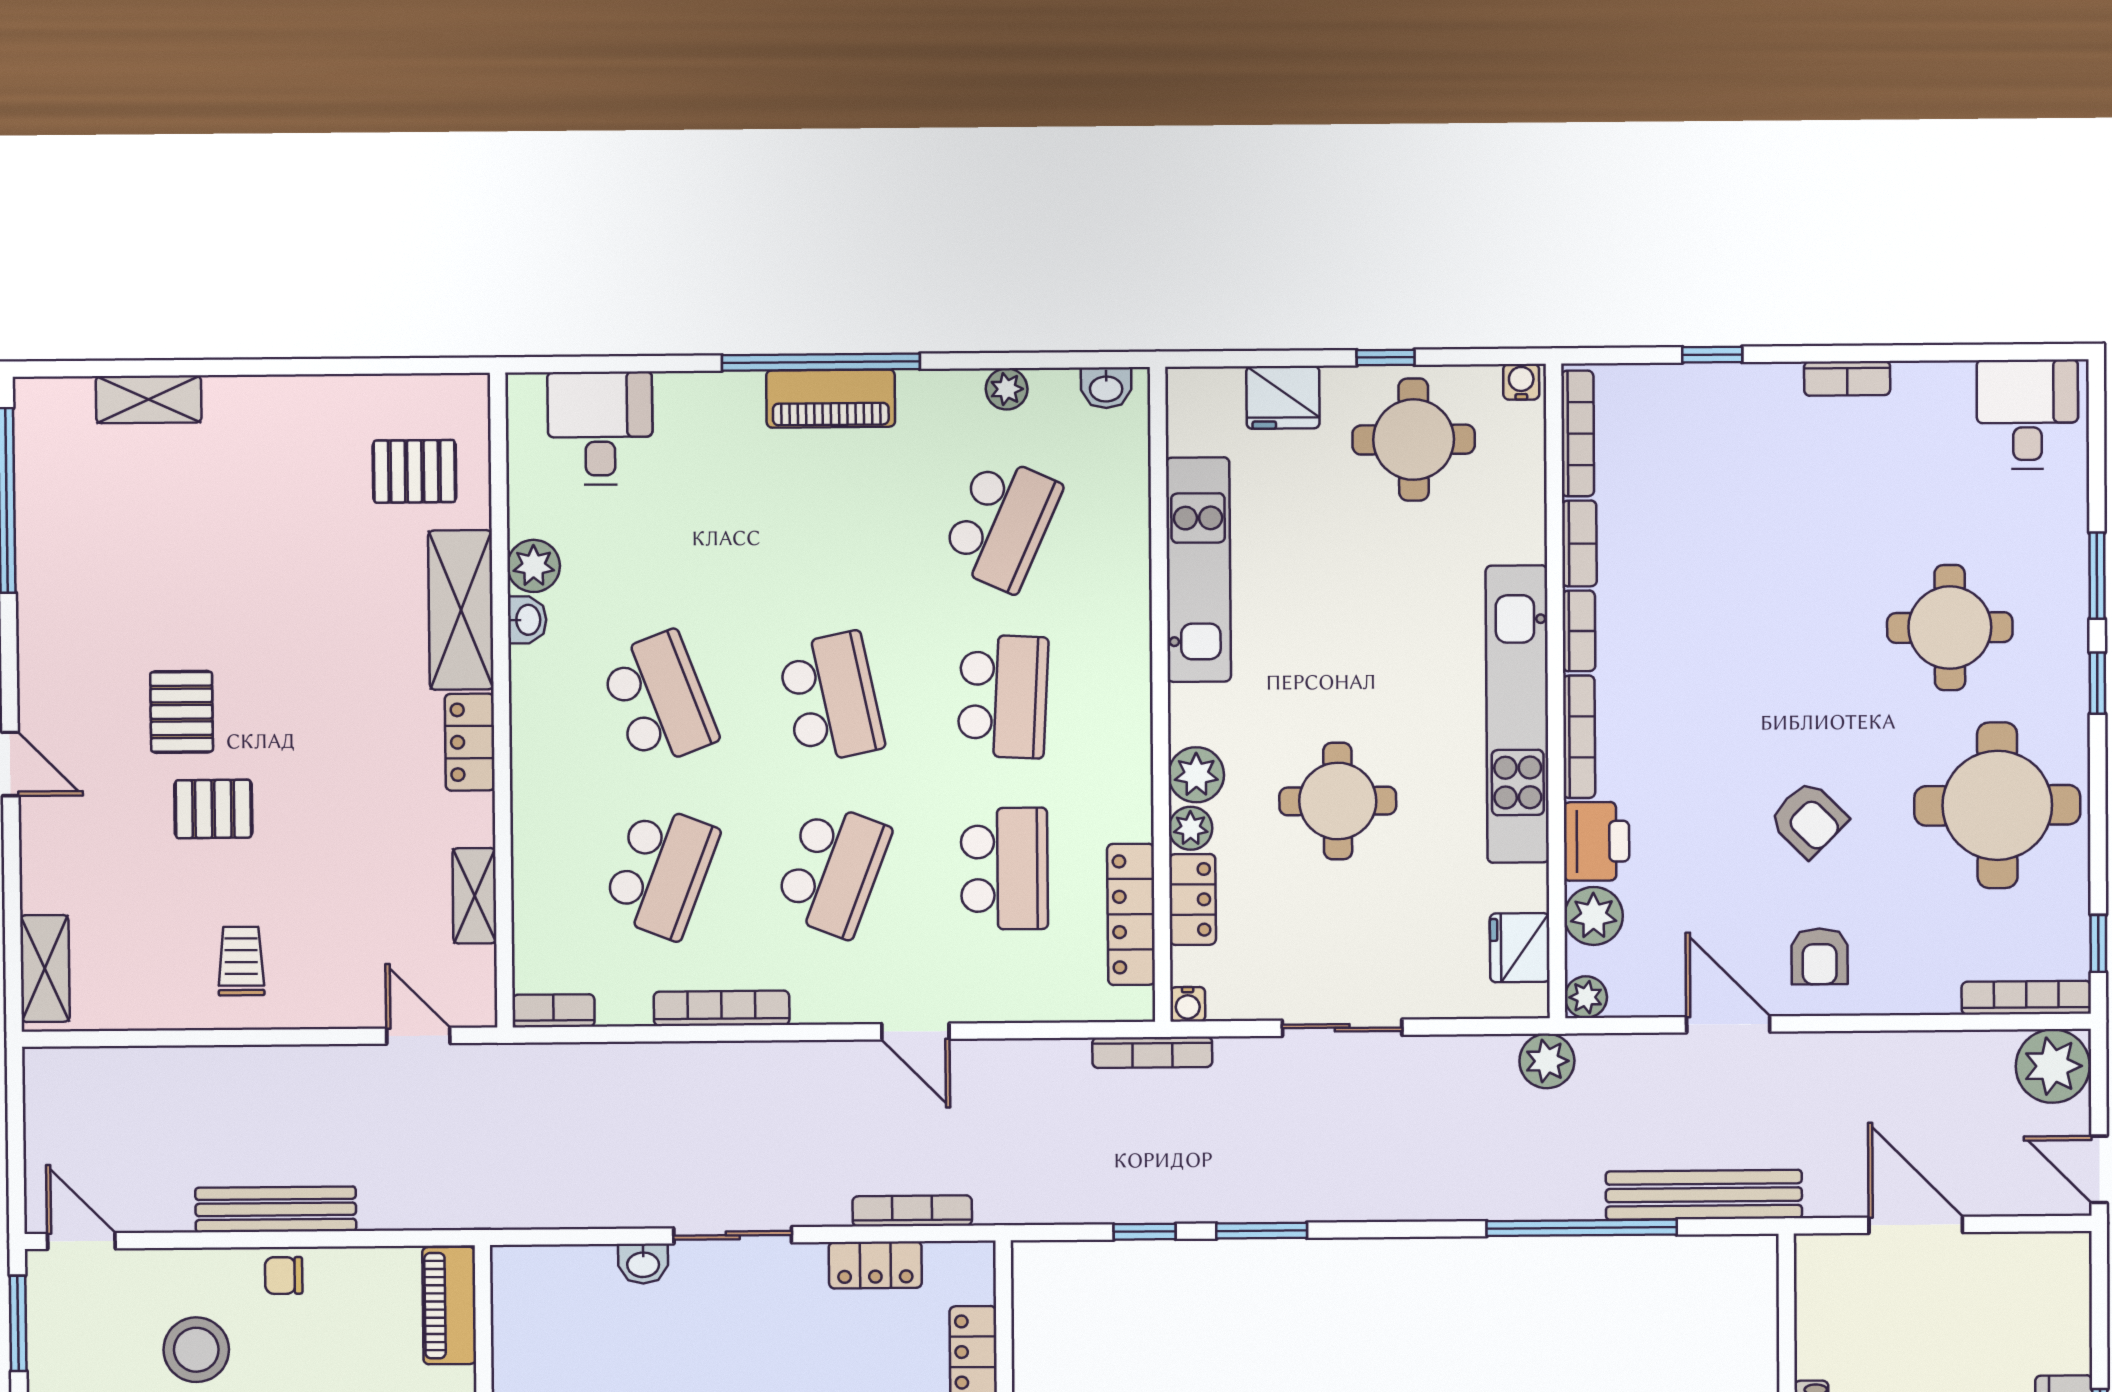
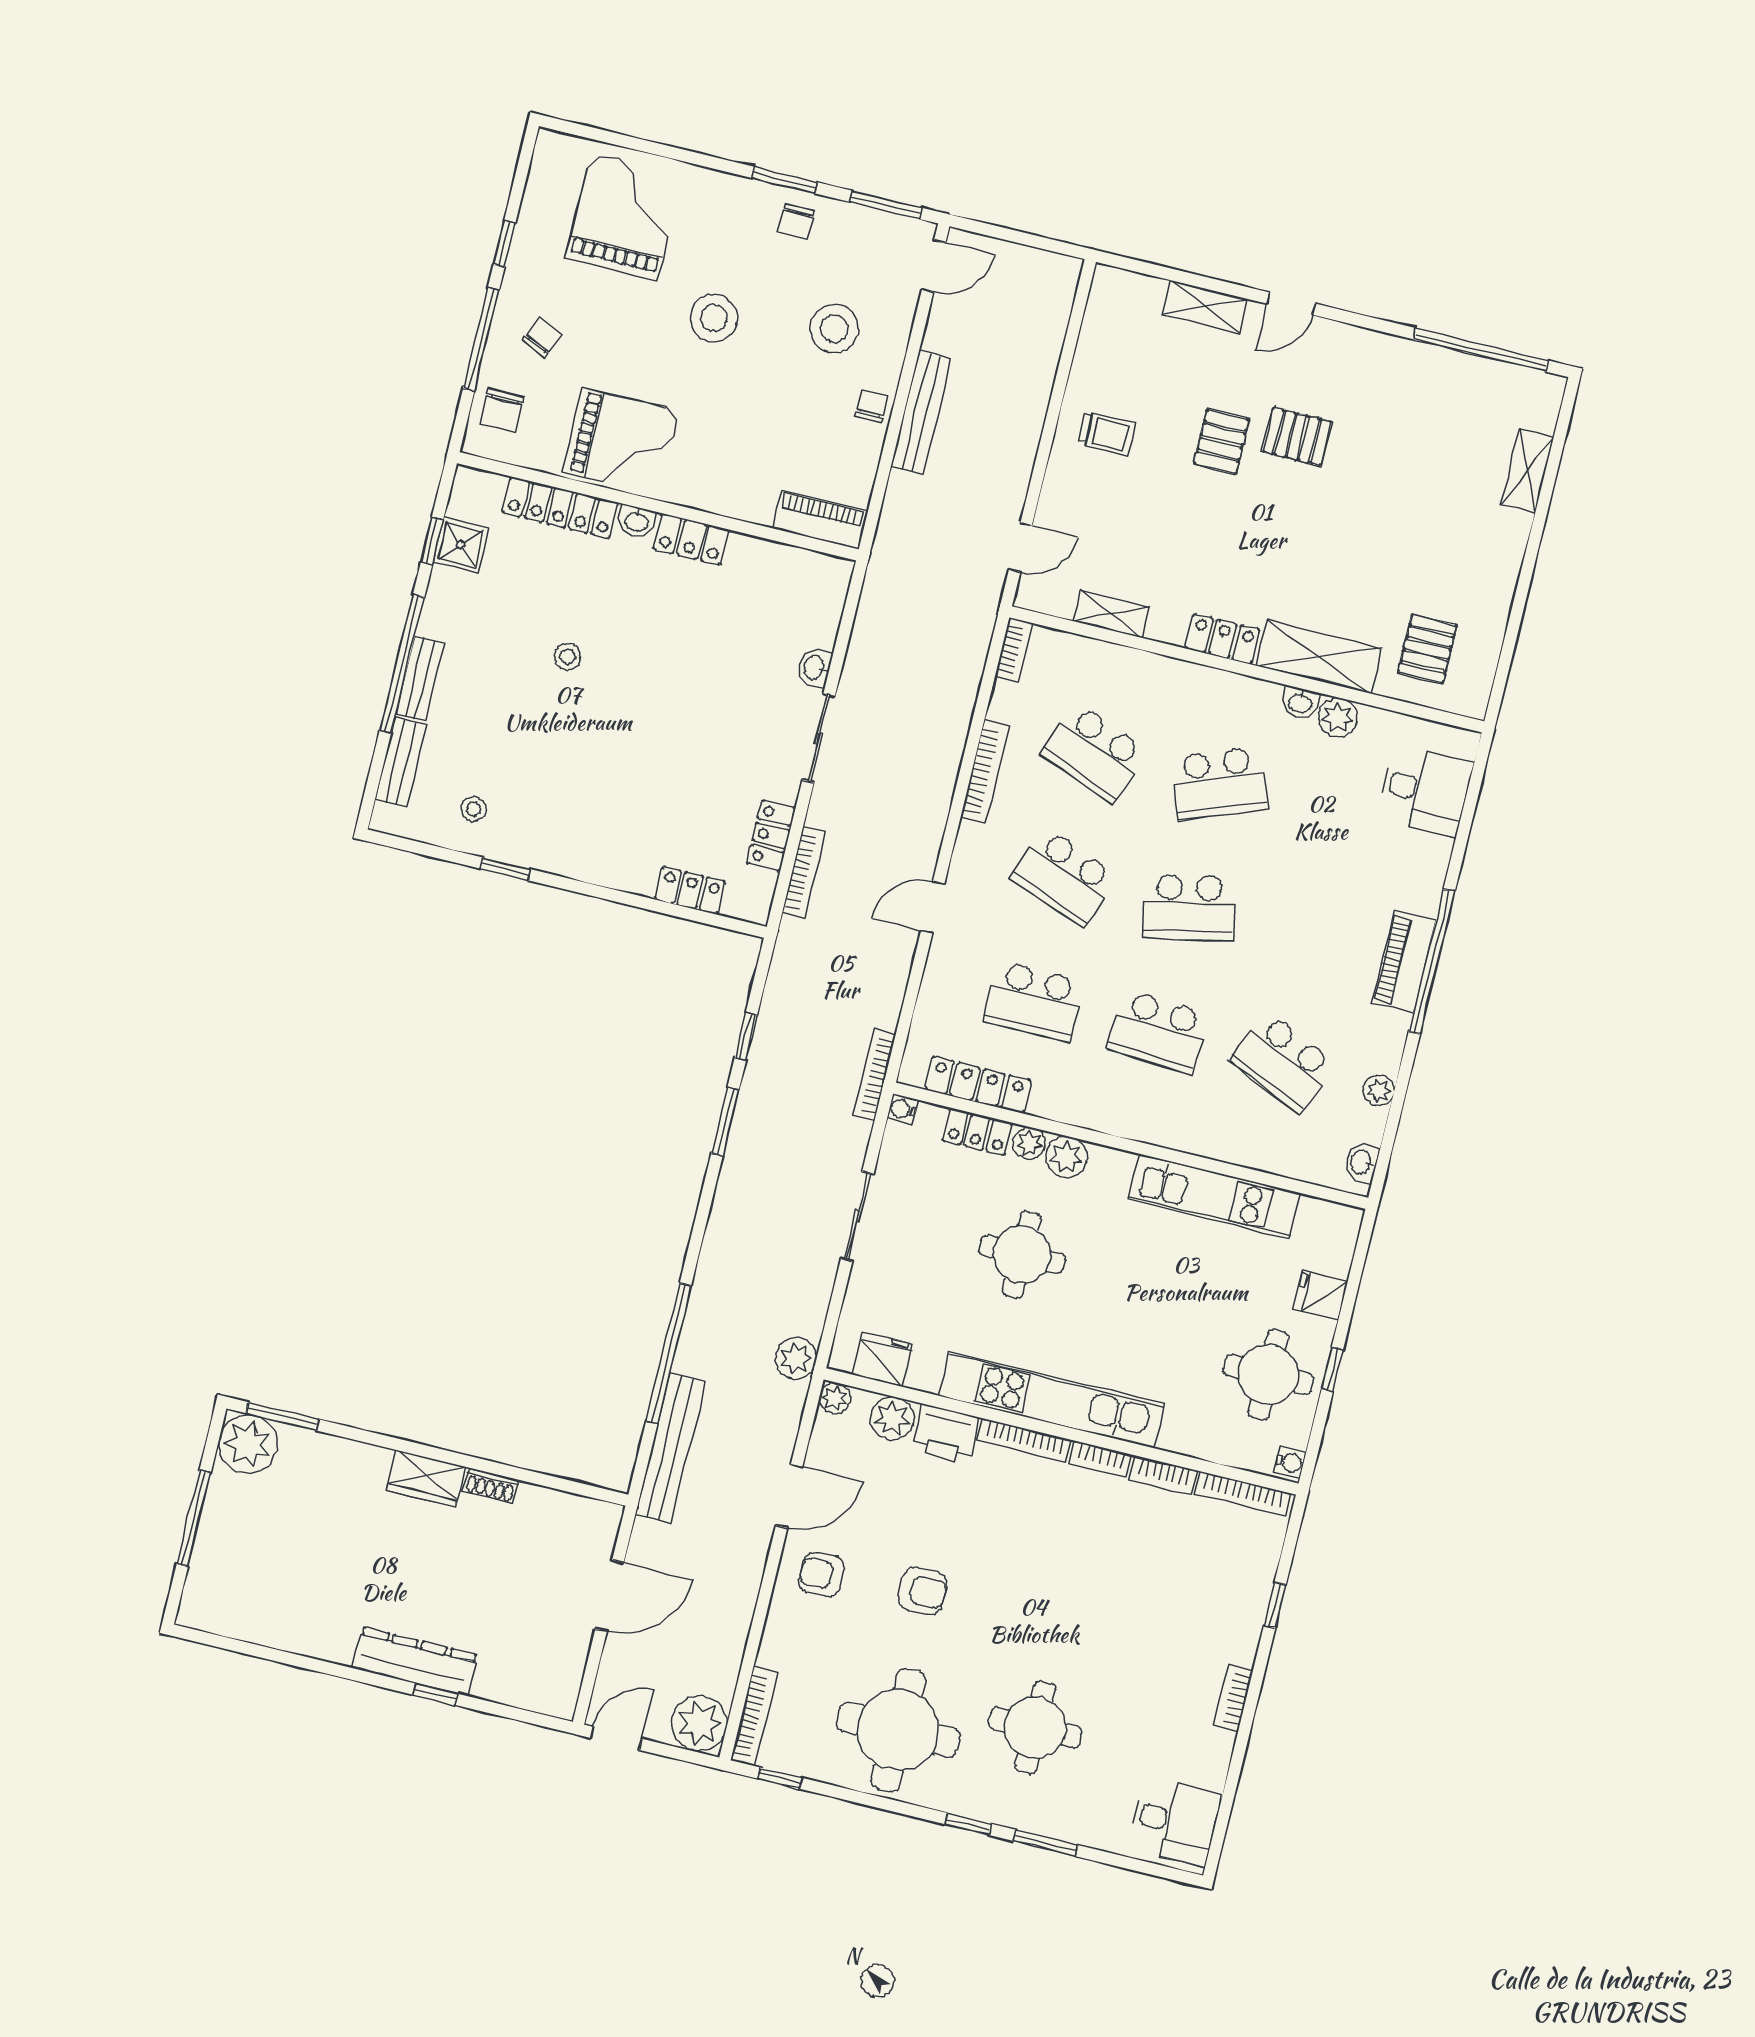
fridge: (1283, 397) -> (1321, 1295), width x0.72
armchair: (1808, 819) -> (923, 1591), turned -135
shelving: (45, 968) -> (1205, 307), moved

